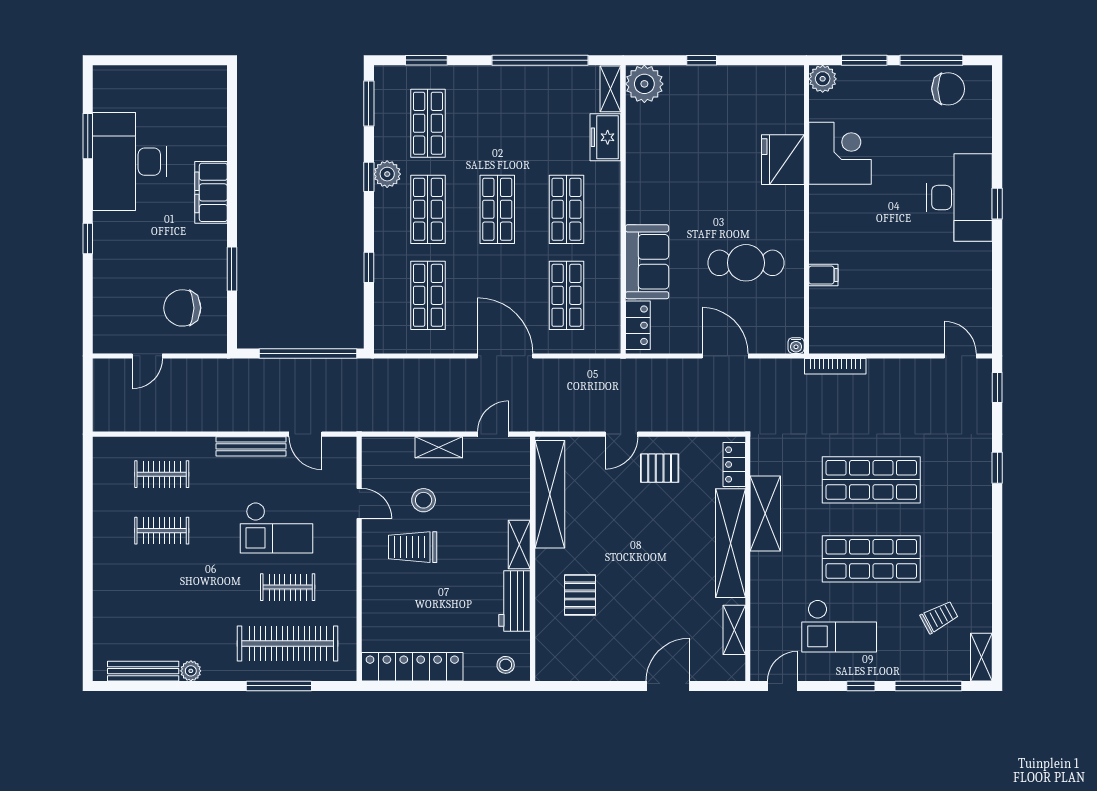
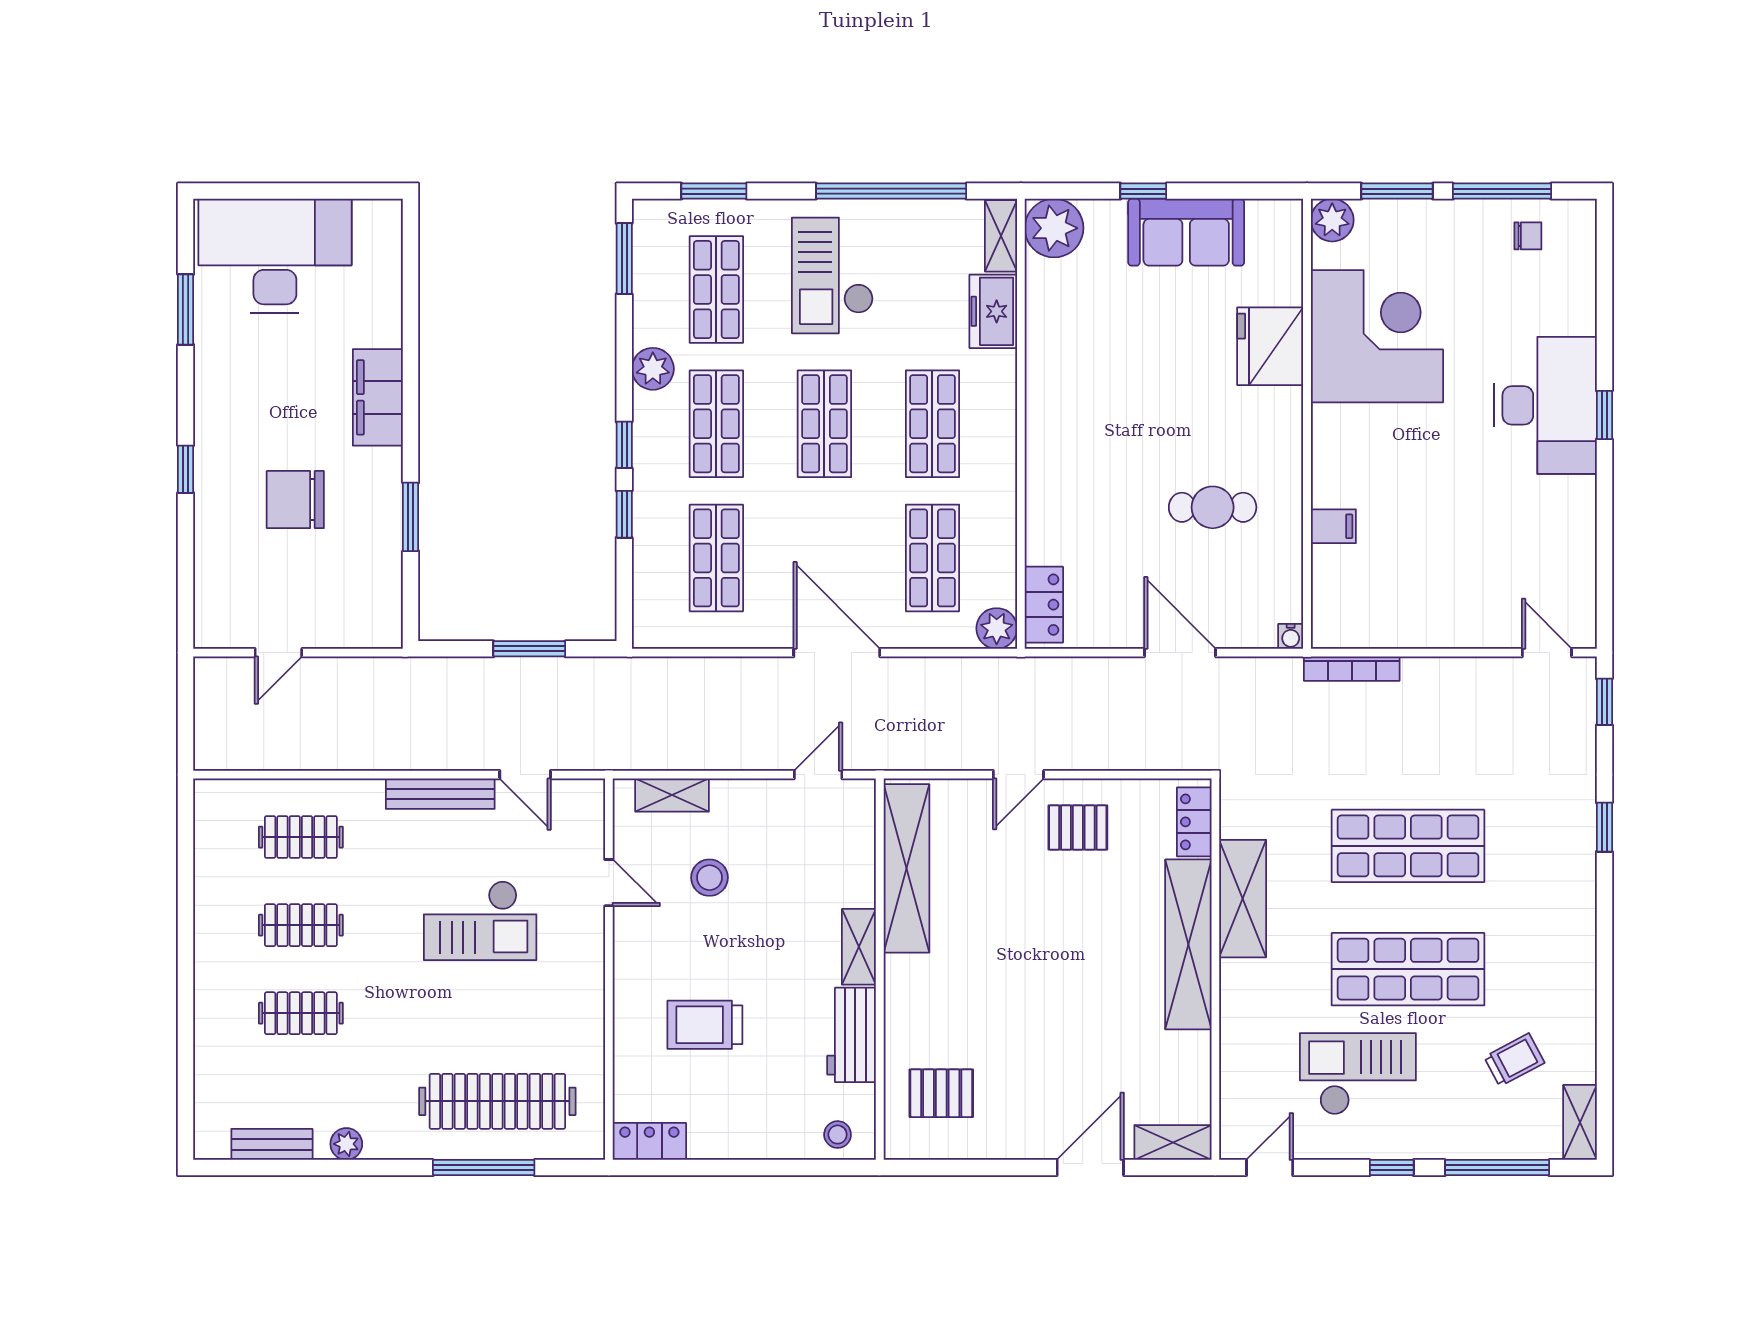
chair: (948, 89) -> (1528, 236), width x0.54, depth x0.54
checkout: (502, 114) -> (832, 275), added
corner desk: (840, 153) -> (1377, 336), width x1.36, depth x1.36
desk: (129, 162) -> (275, 256), moved, turned 90
window: (369, 177) -> (624, 445), moved
sofa: (647, 262) -> (1186, 232), moved, turned 90
cafe table: (746, 263) -> (1213, 507), width x0.73, depth x0.74
chair: (182, 308) -> (295, 500), moved
plant: (608, 340) -> (997, 628), added
window: (308, 354) -> (529, 649), width x0.47
shelving: (439, 447) -> (672, 795), moved
trolley: (413, 547) -> (705, 1025), moved
clothes rail: (288, 587) -> (301, 1013), moved
pallet: (580, 595) -> (941, 1093), moved, turned 90
checkout: (839, 626) -> (1358, 1074), turned 180
shelving: (734, 630) -> (1173, 1142), moved, turned 90
locker: (412, 667) -> (649, 1141), width x0.46, depth x0.83
bench: (143, 671) -> (272, 1144), width x0.73

